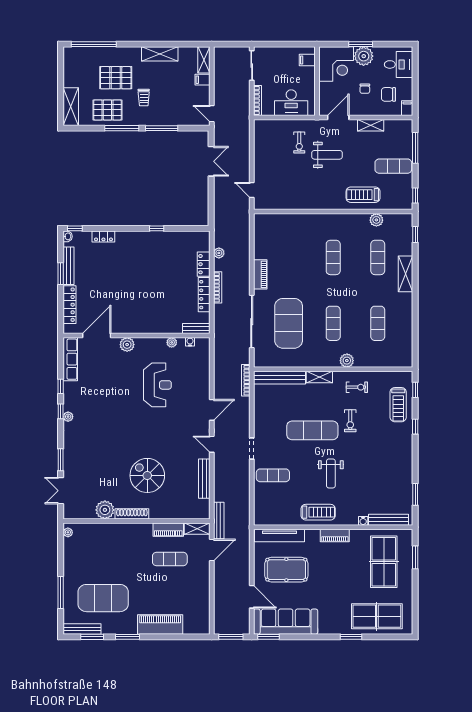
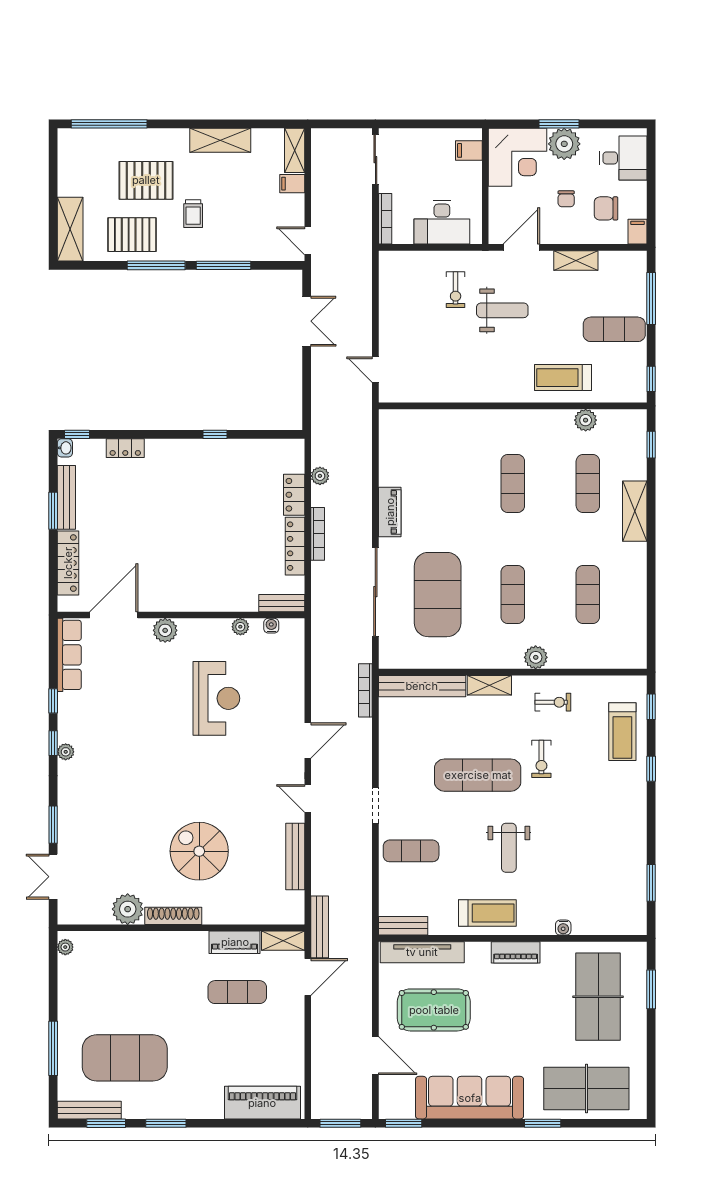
bench: (388, 520) -> (403, 926), moved, width x0.73
sofa: (286, 622) -> (470, 1098), moved
piano: (160, 625) -> (262, 1103), moved

